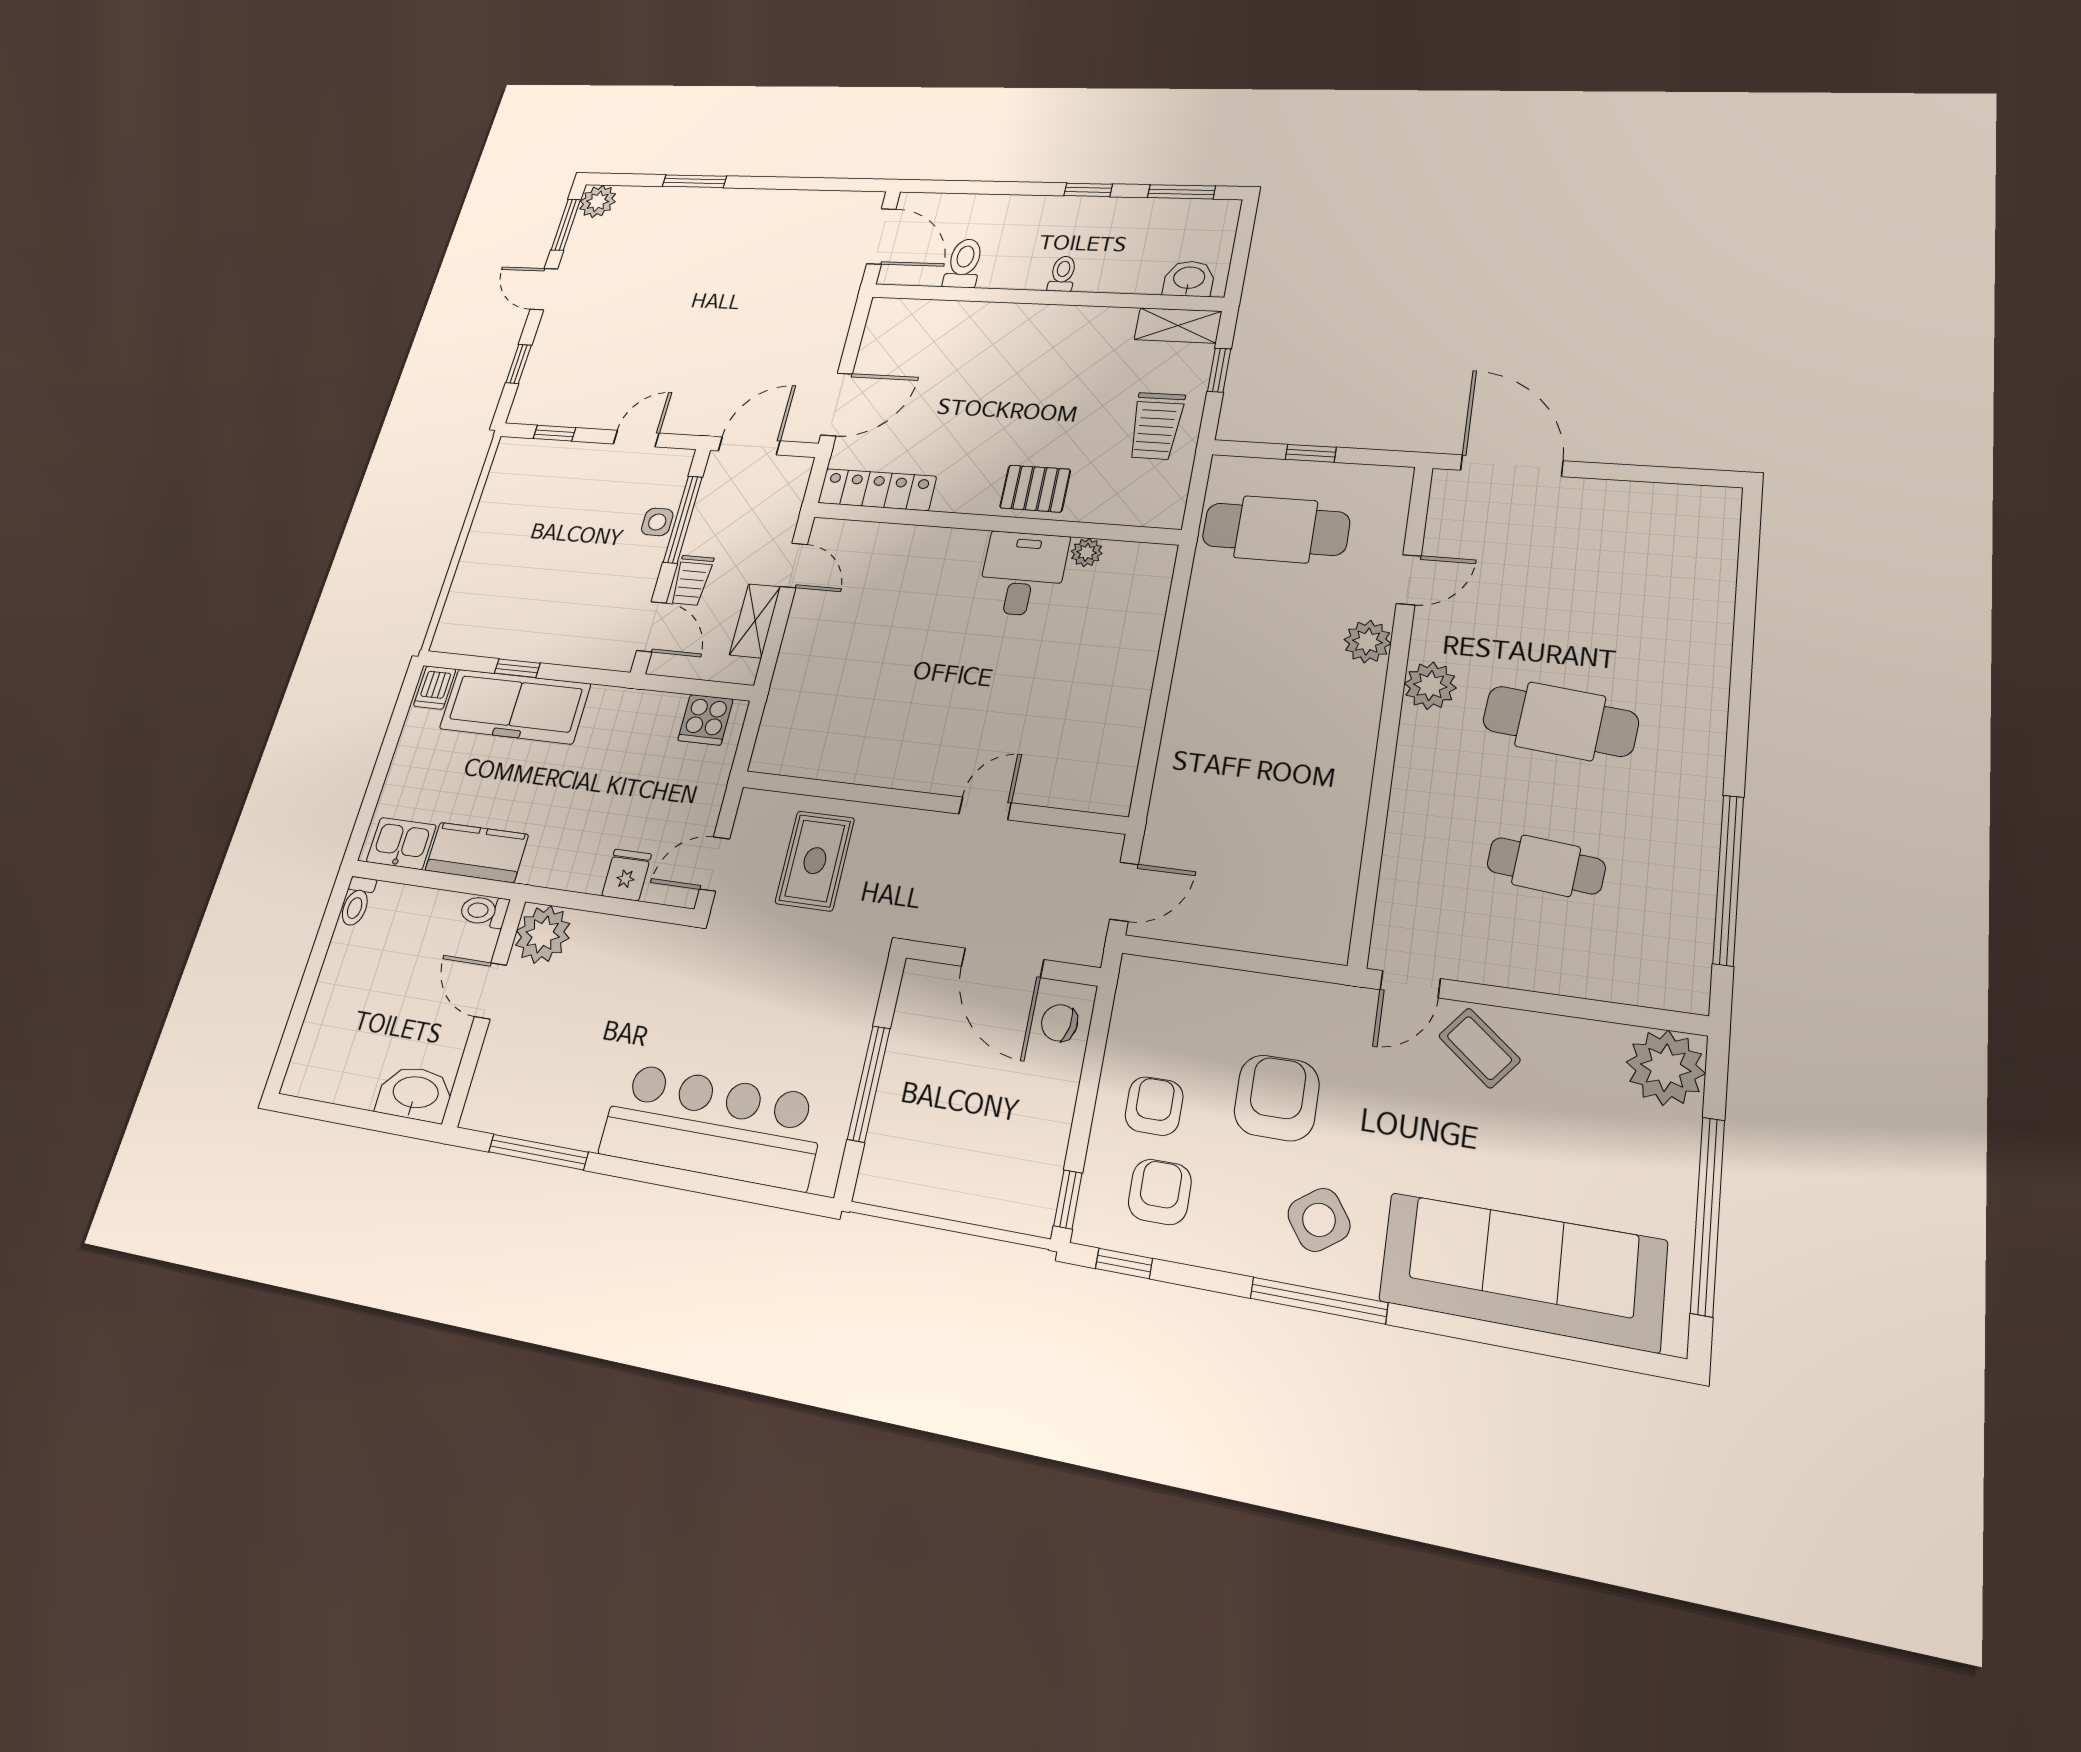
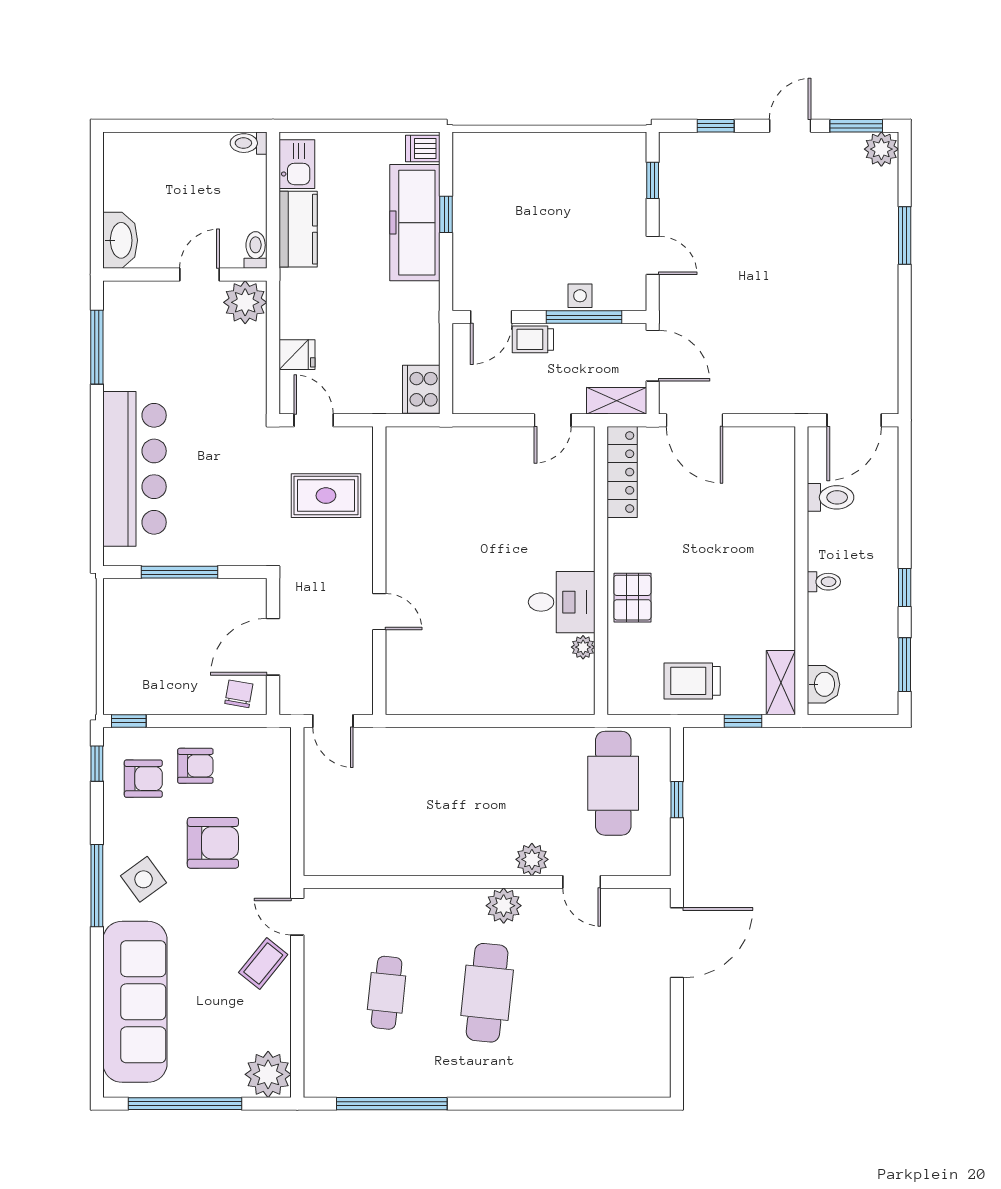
shelving: (755, 621) -> (617, 401), moved
cooker: (705, 720) -> (421, 389), width x1.36

